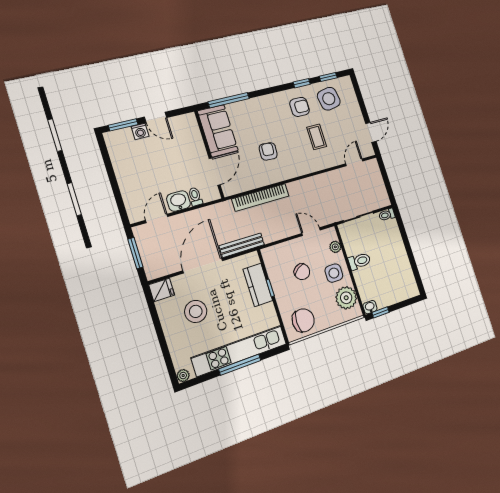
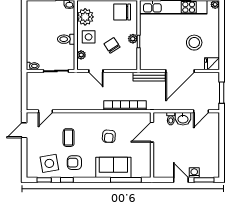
sofa: (218, 131) -> (113, 167), moved, turned 90
kitchen counter: (258, 285) -> (147, 46), removed
plant: (279, 289) -> (133, 39), added

